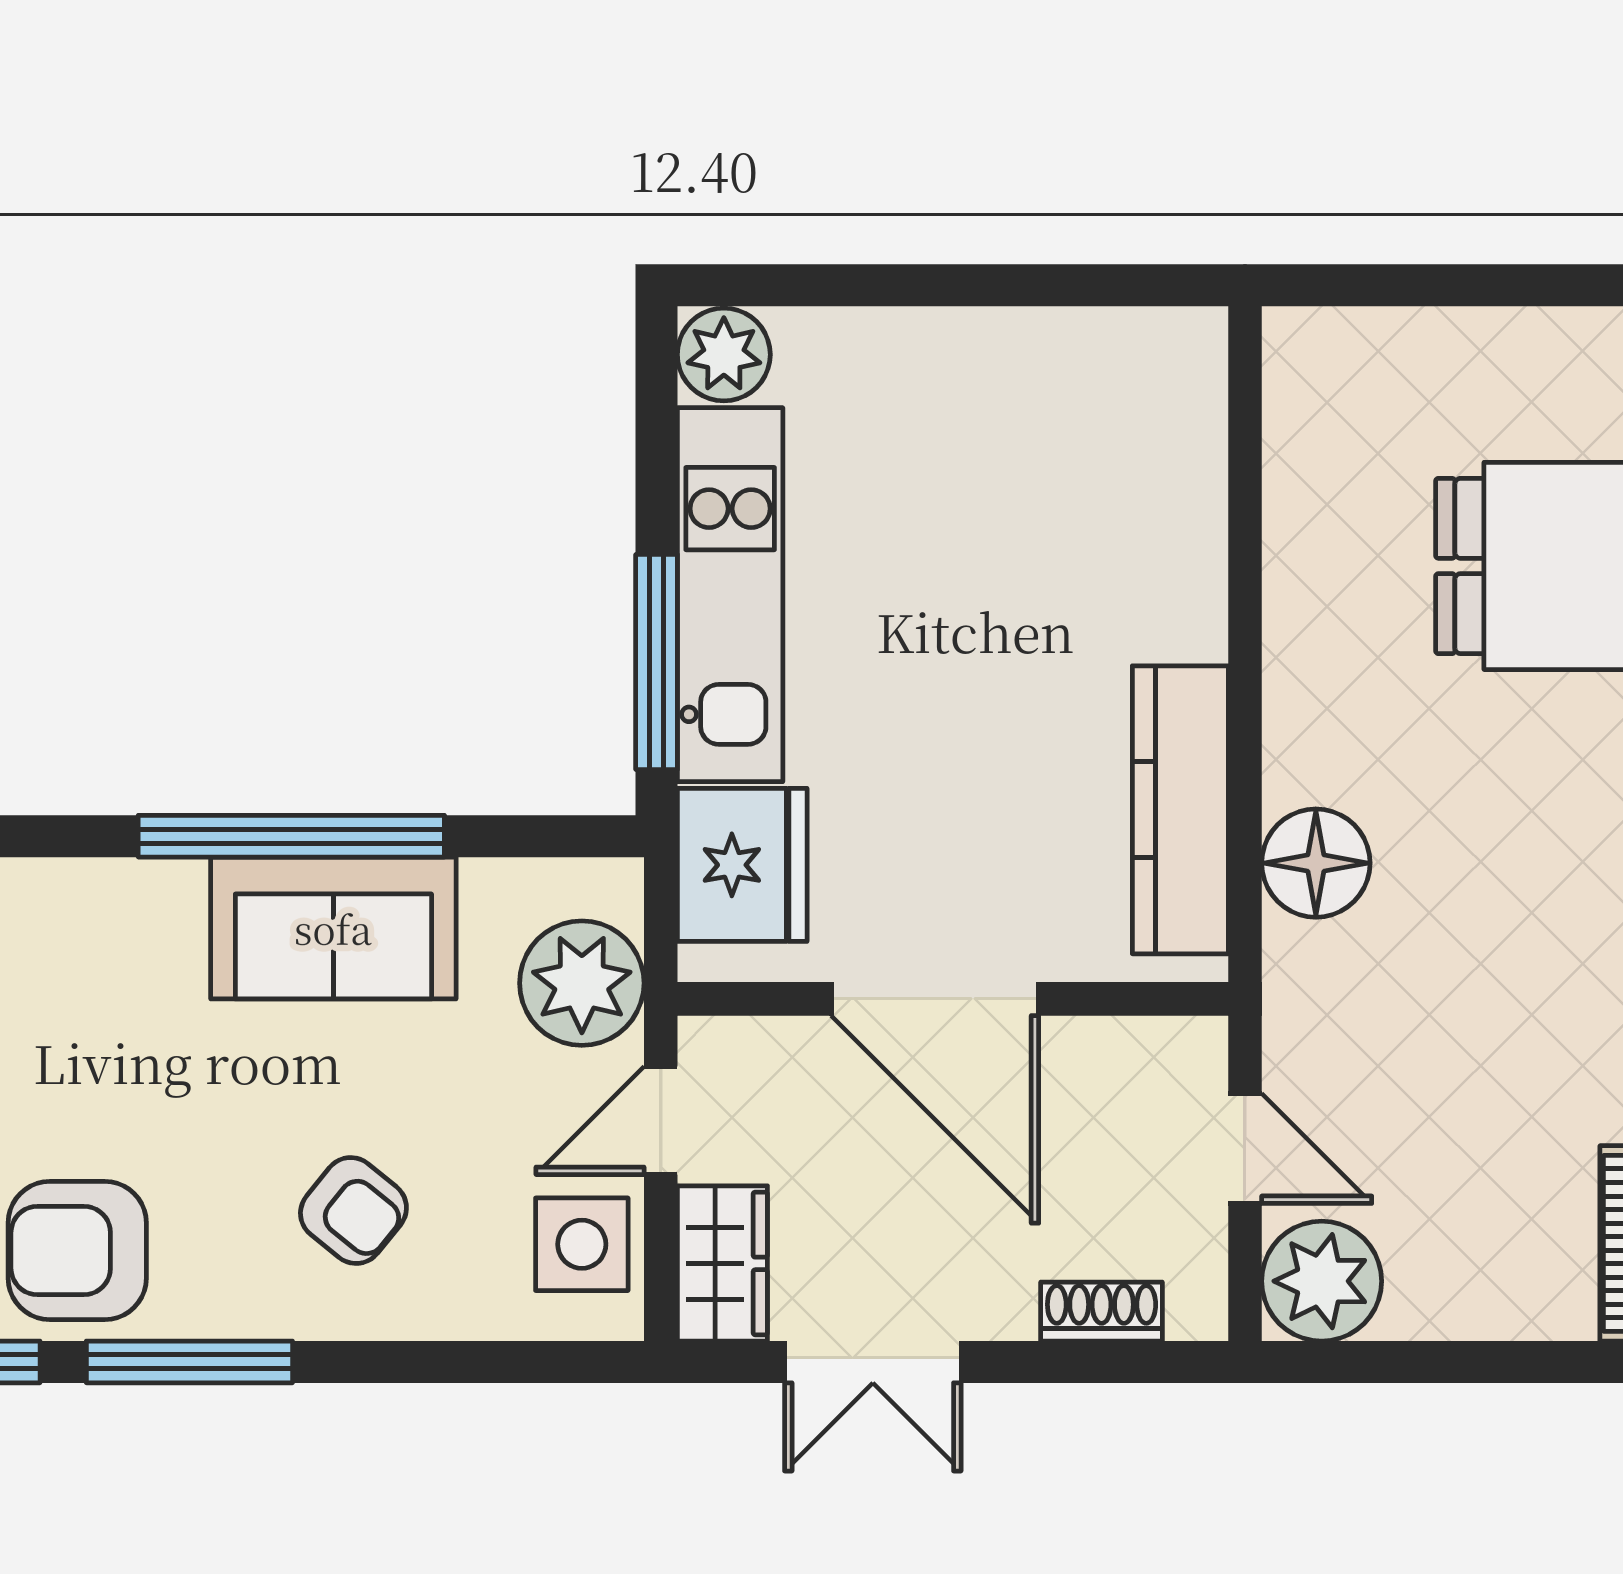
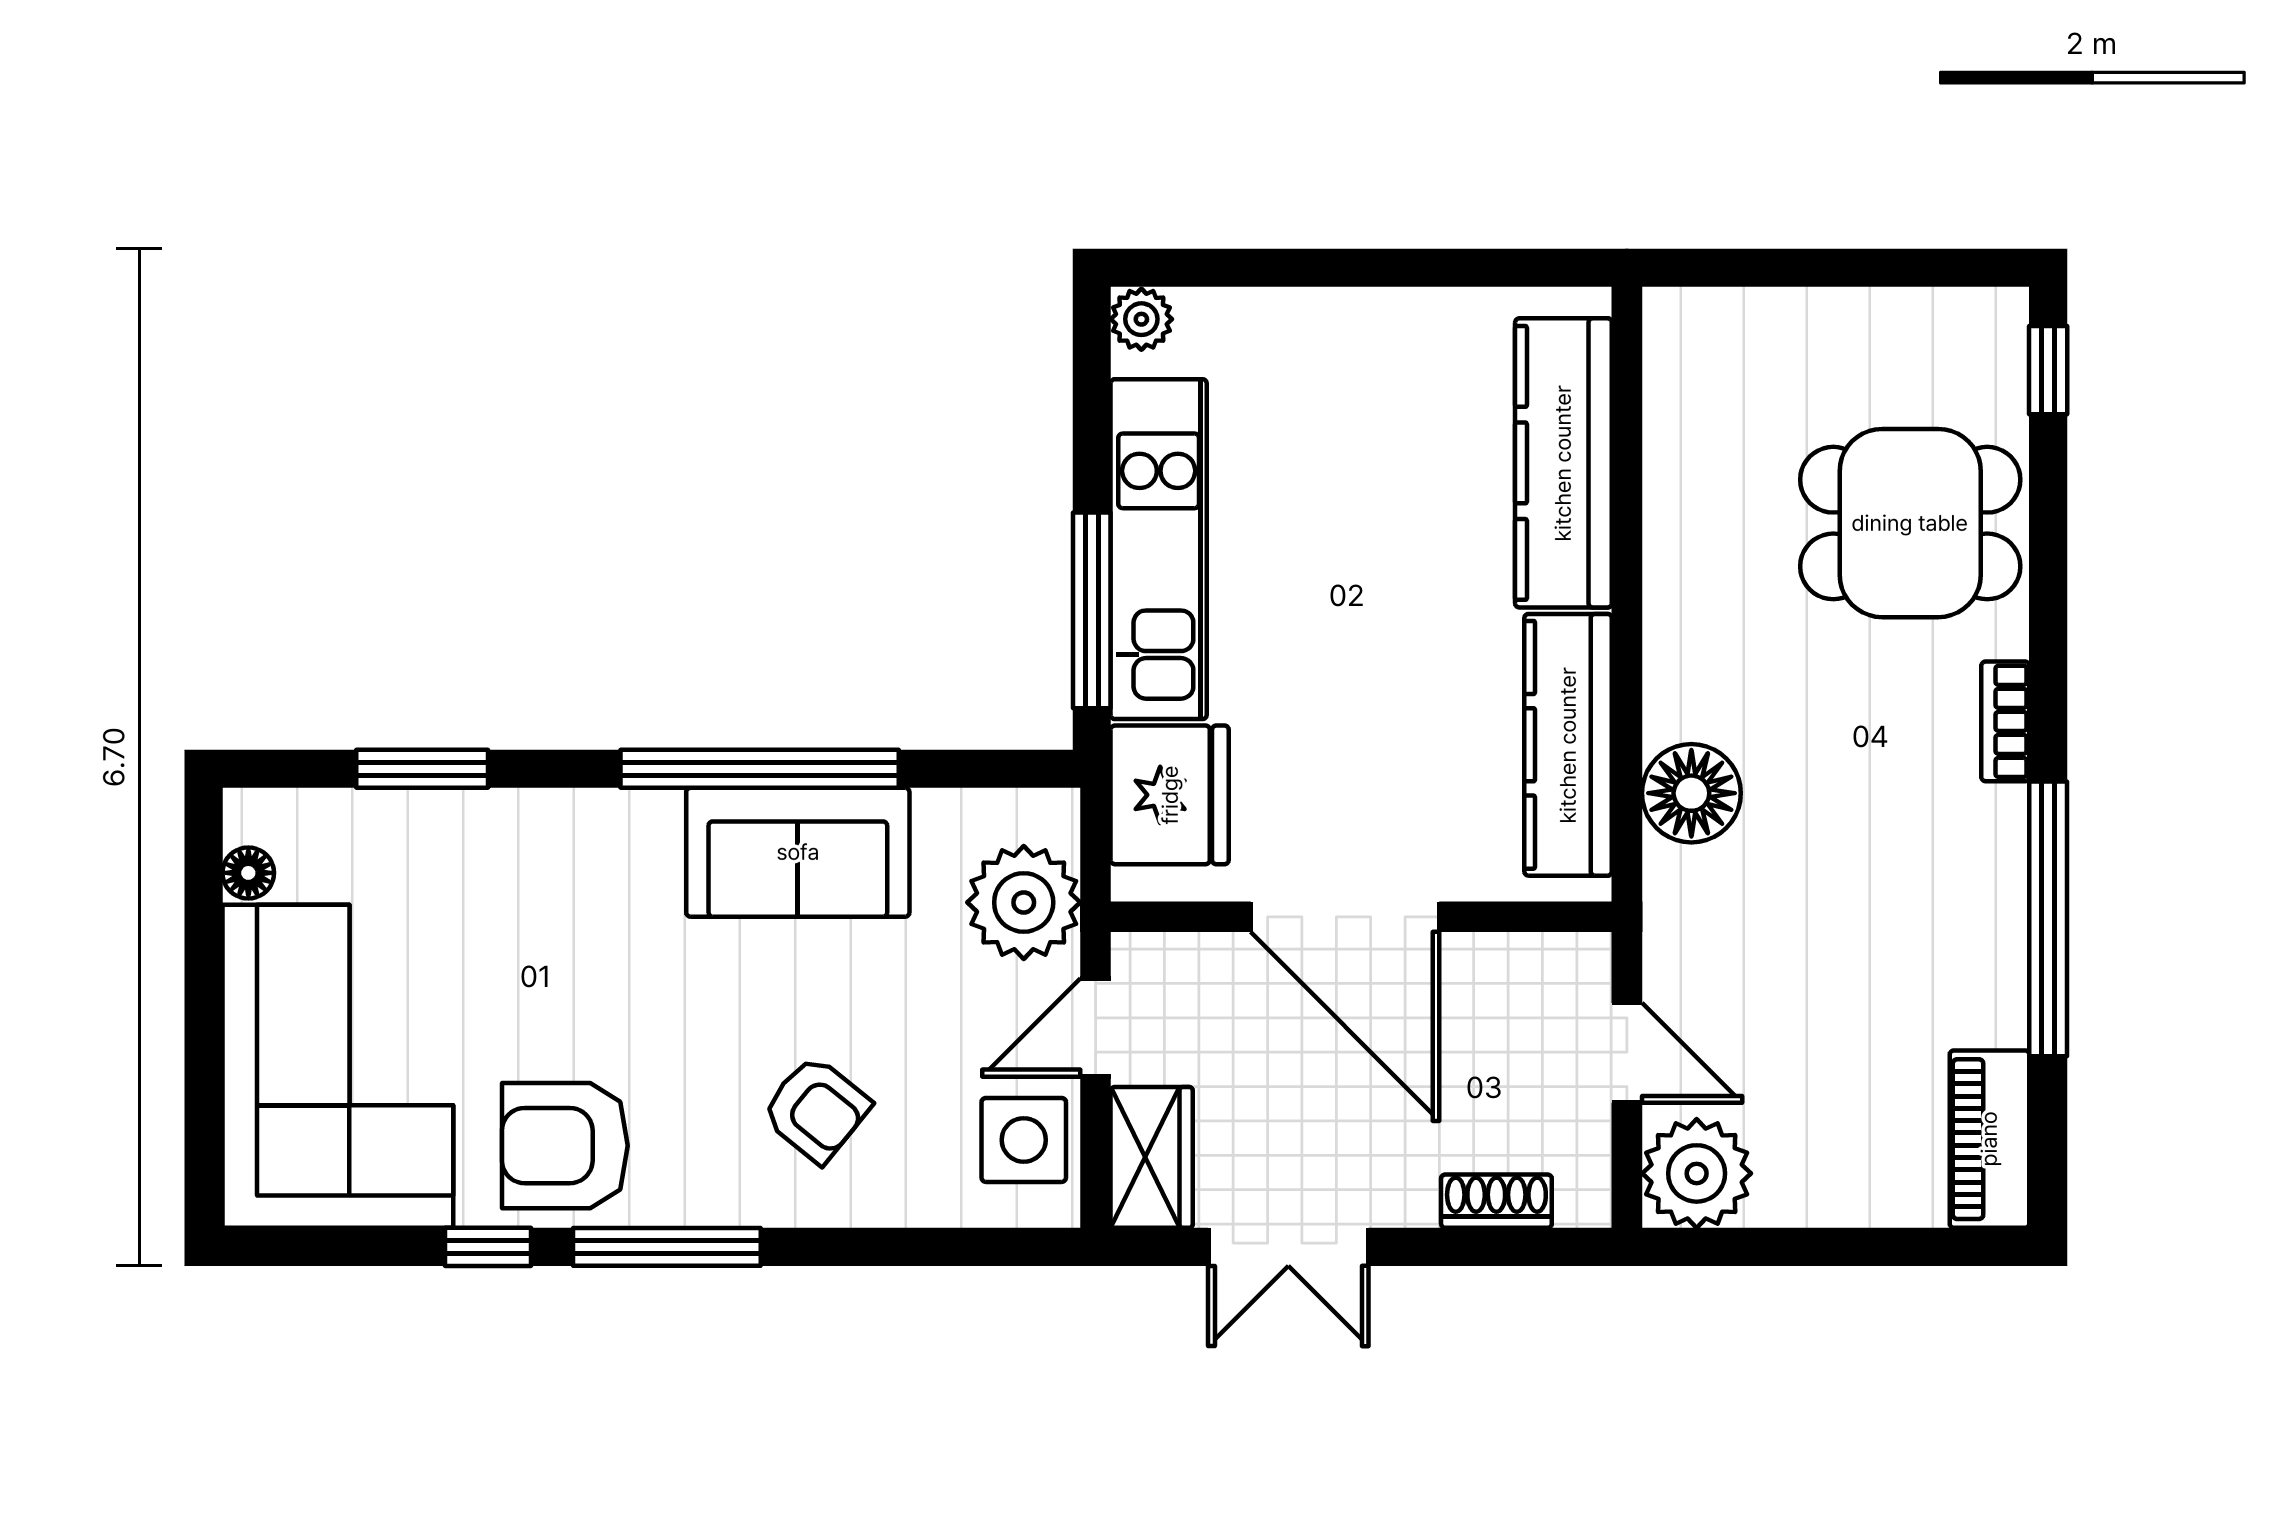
plant: (724, 355) -> (1141, 319), width x0.73, depth x0.73
kitchen counter: (1175, 500) -> (1563, 463), added

